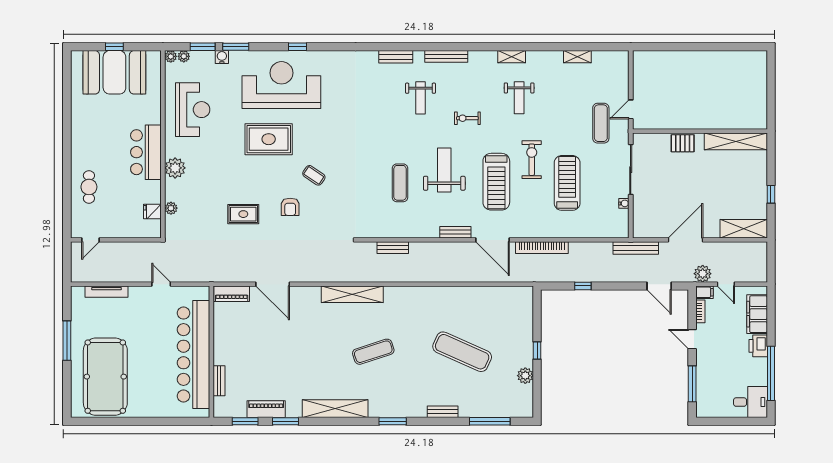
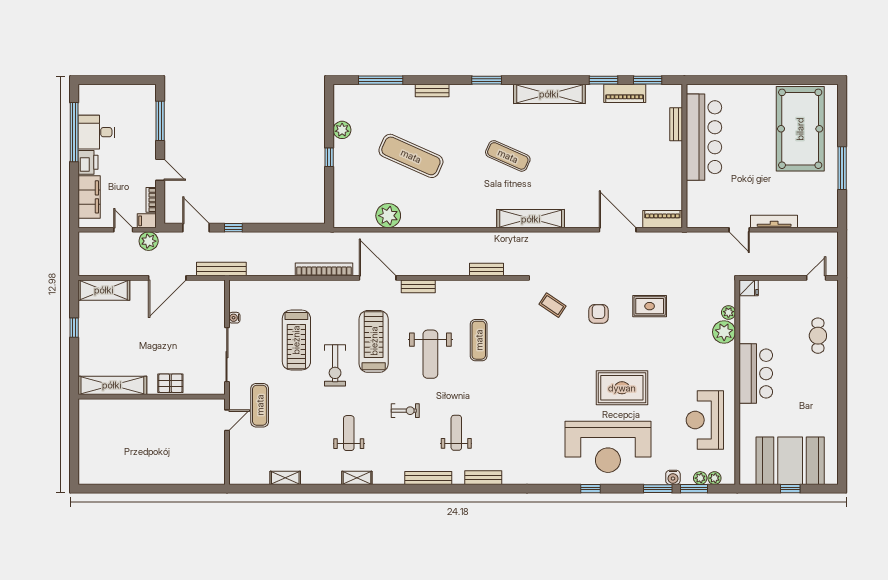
plant: (171, 56) -> (700, 478), moved
plant: (175, 168) -> (724, 332), moved
coffee table: (314, 175) -> (552, 305), moved
fridge: (152, 212) -> (749, 288), moved
window: (583, 286) -> (233, 228), moved
tv unit: (106, 292) -> (774, 222), moved
plant: (483, 297) -> (388, 216), added
exercise mat: (373, 352) -> (508, 156), turned 42
bar counter: (194, 355) -> (704, 137), width x0.73
desk: (750, 402) -> (96, 132), moved

